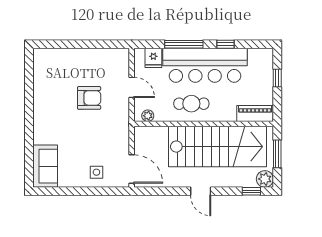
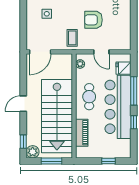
door: (132, 87) -> (101, 52), hinge flipped
armchair: (89, 98) -> (93, 20), turned 90
piano: (255, 113) -> (82, 133), moved
coffee table: (113, 126) -> (72, 38), added
side table: (96, 172) -> (47, 14), moved

